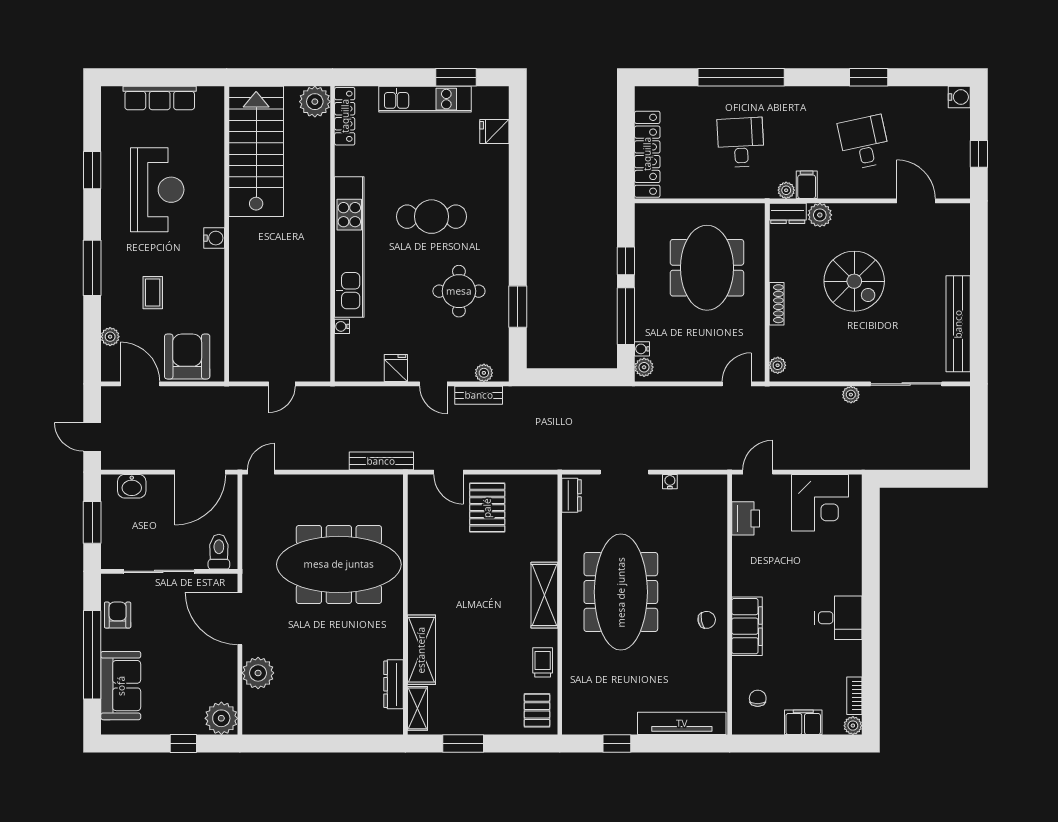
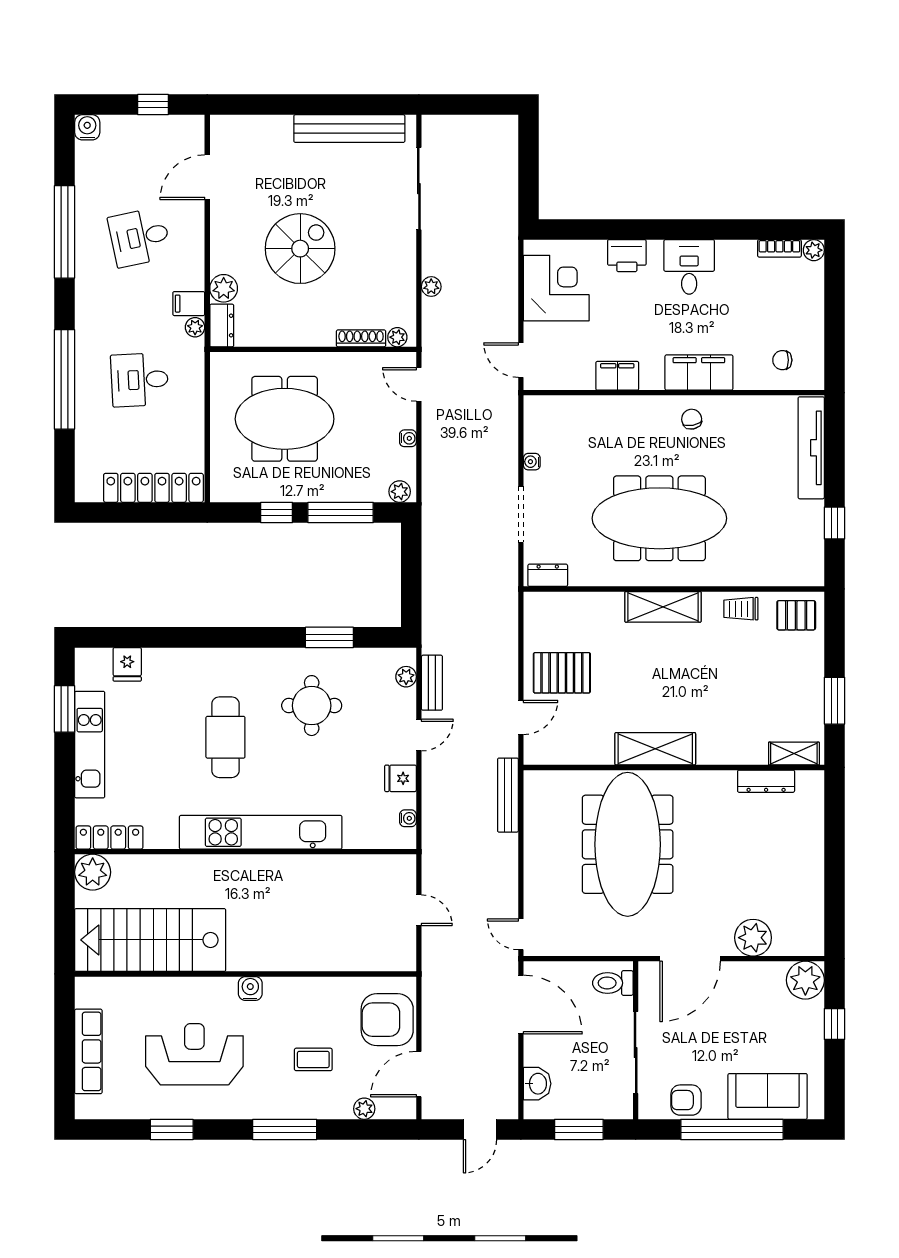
window: (869, 77) -> (64, 232), width x2.11
shoe rack: (777, 304) -> (361, 338), moved
water cooler: (342, 326) -> (408, 818), moved, turned -90
water cooler: (642, 349) -> (408, 438), moved, turned -90
plant: (851, 395) -> (431, 287), moved
printer: (746, 518) -> (627, 256), moved, turned 180
shelving: (421, 650) -> (655, 749), moved
filing cabinet: (803, 722) -> (617, 376), moved, turned 90

